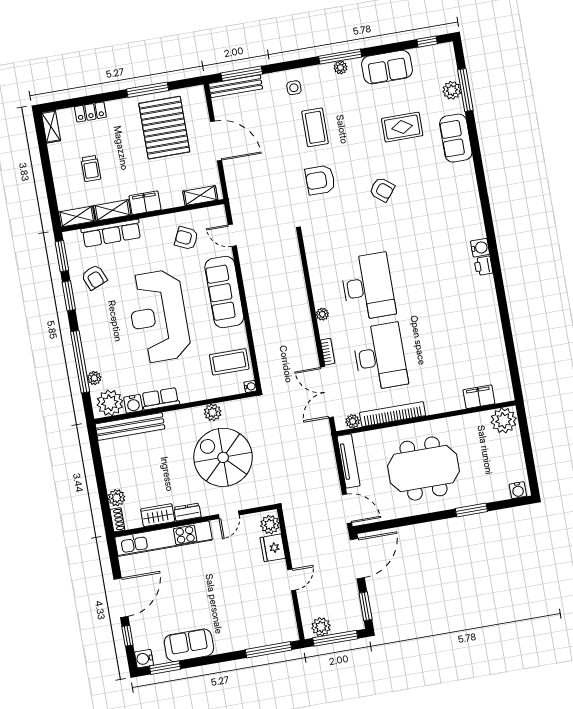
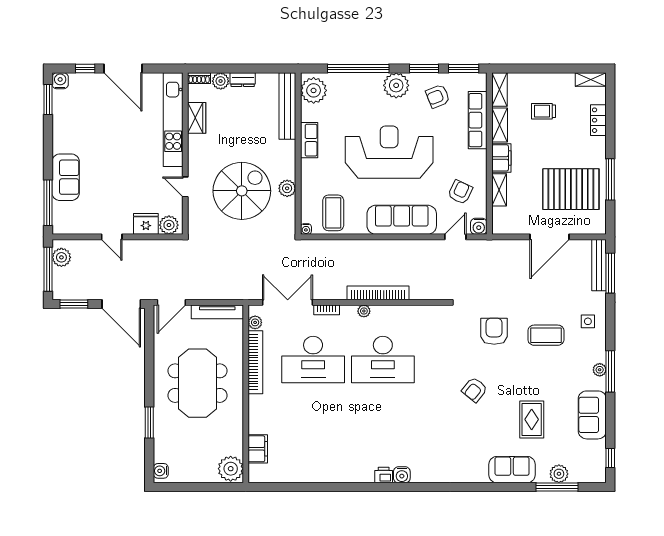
shelving: (200, 196) -> (499, 190), moved
bookcase: (302, 303) -> (378, 293), added
plant: (94, 378) -> (396, 85), moved, width x1.88, depth x1.88
water cooler: (133, 404) -> (479, 226), moved, turned -90
dresser: (187, 512) -> (243, 80), moved, turned 90
sofa: (189, 645) -> (66, 177), moved

